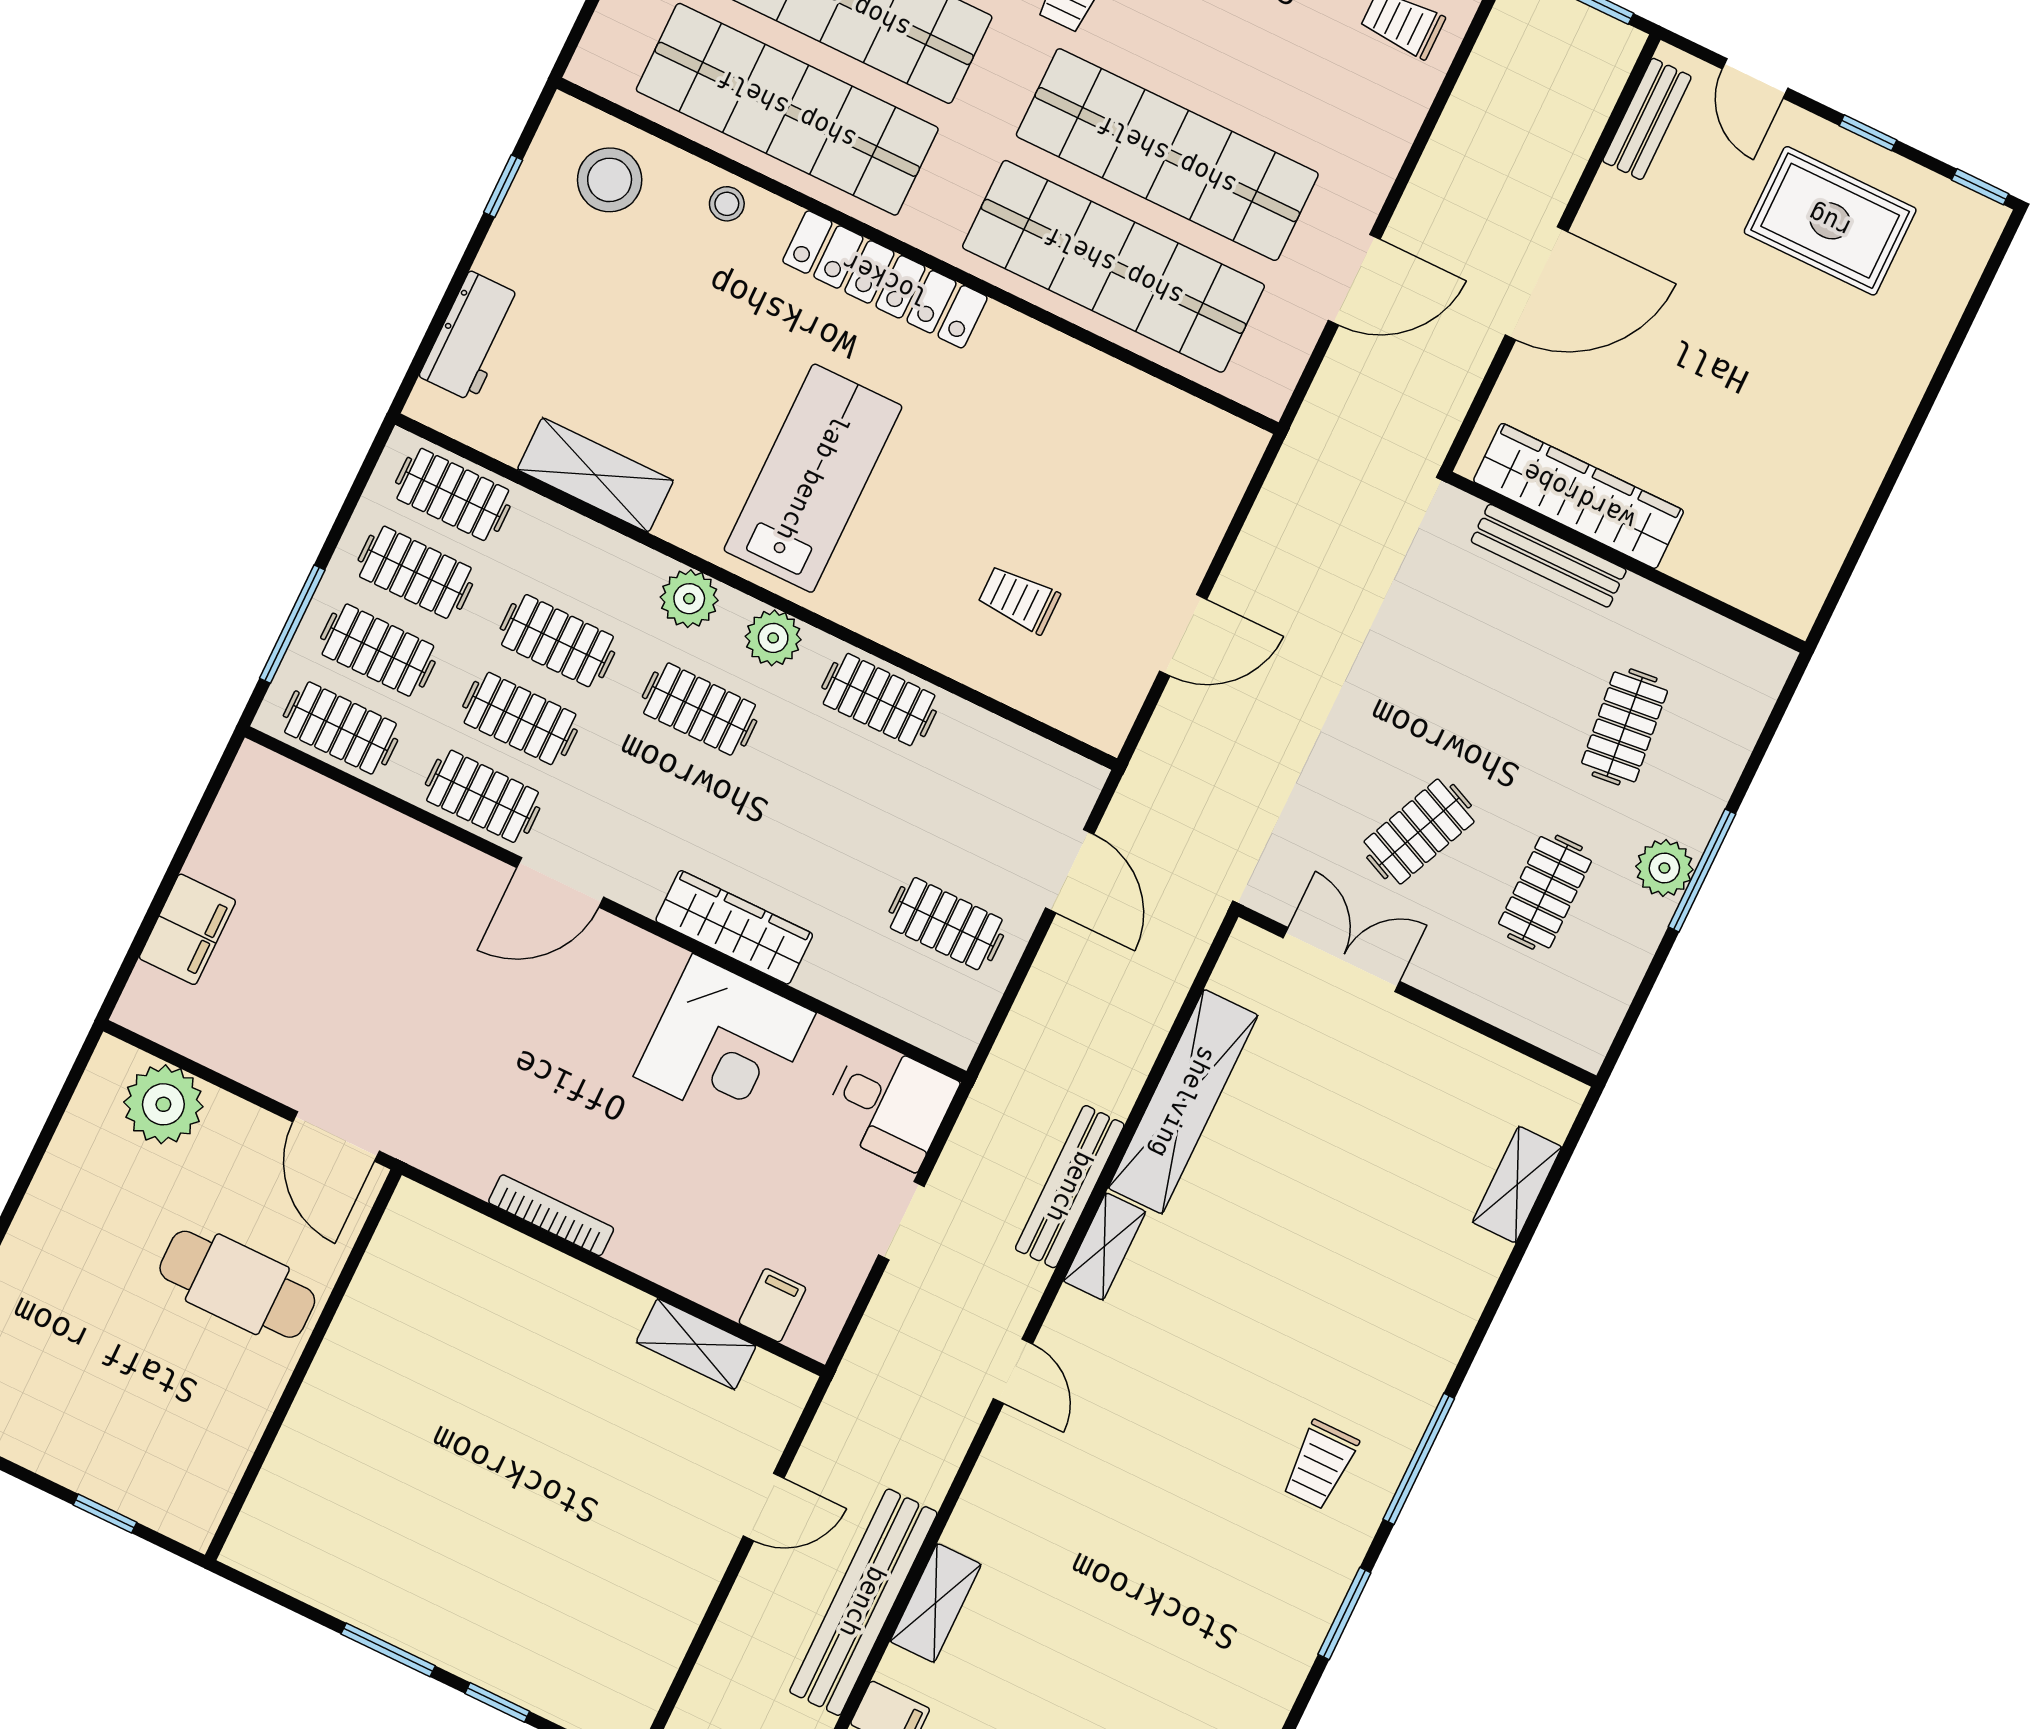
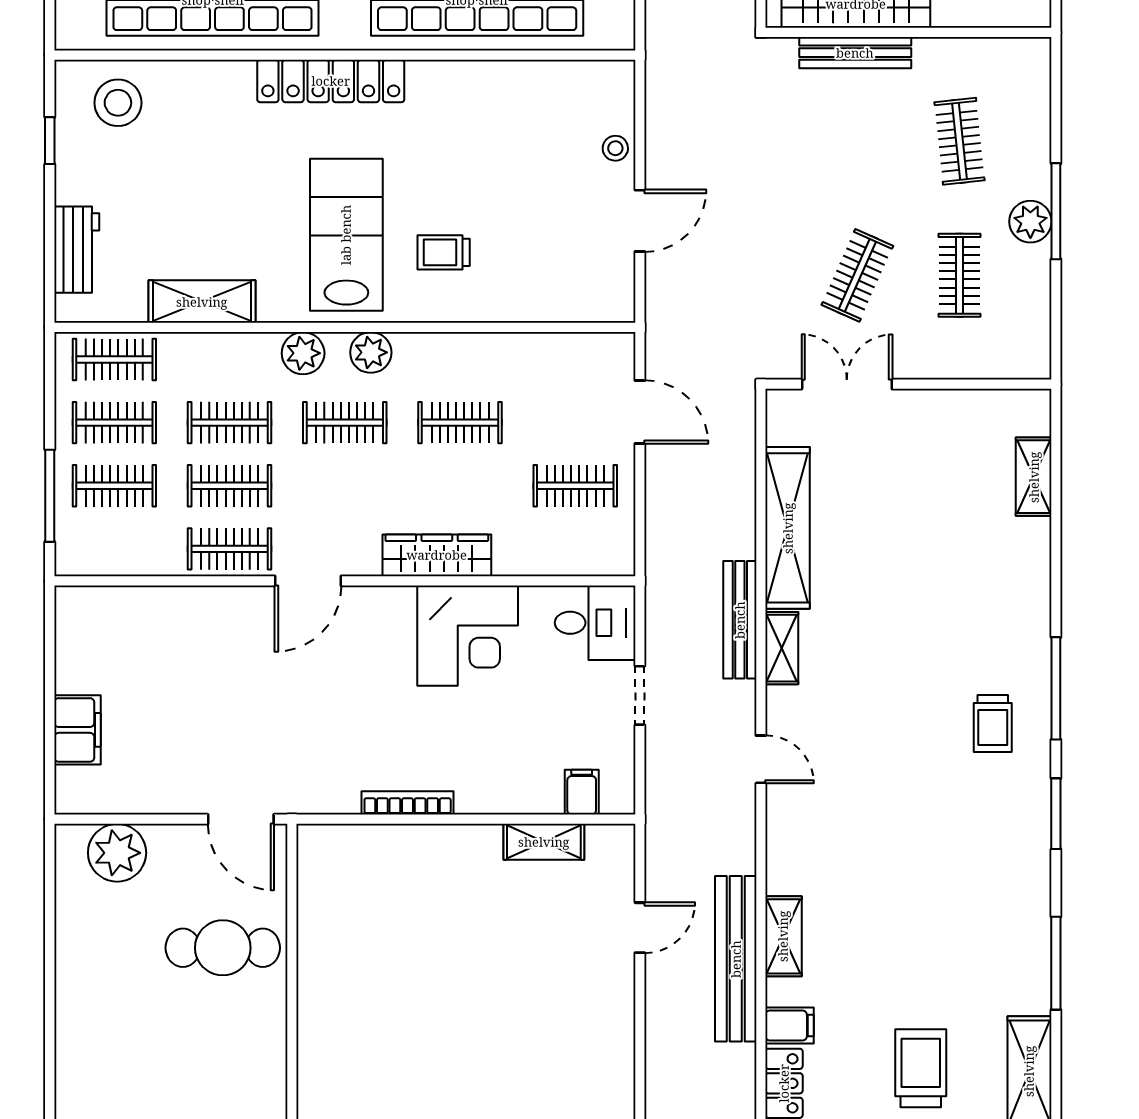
stool: (727, 204) -> (615, 148), moved
trolley: (1019, 599) -> (444, 252), moved
clothes rail: (879, 700) -> (460, 423), moved
clothes rail: (340, 728) -> (114, 549), removed

